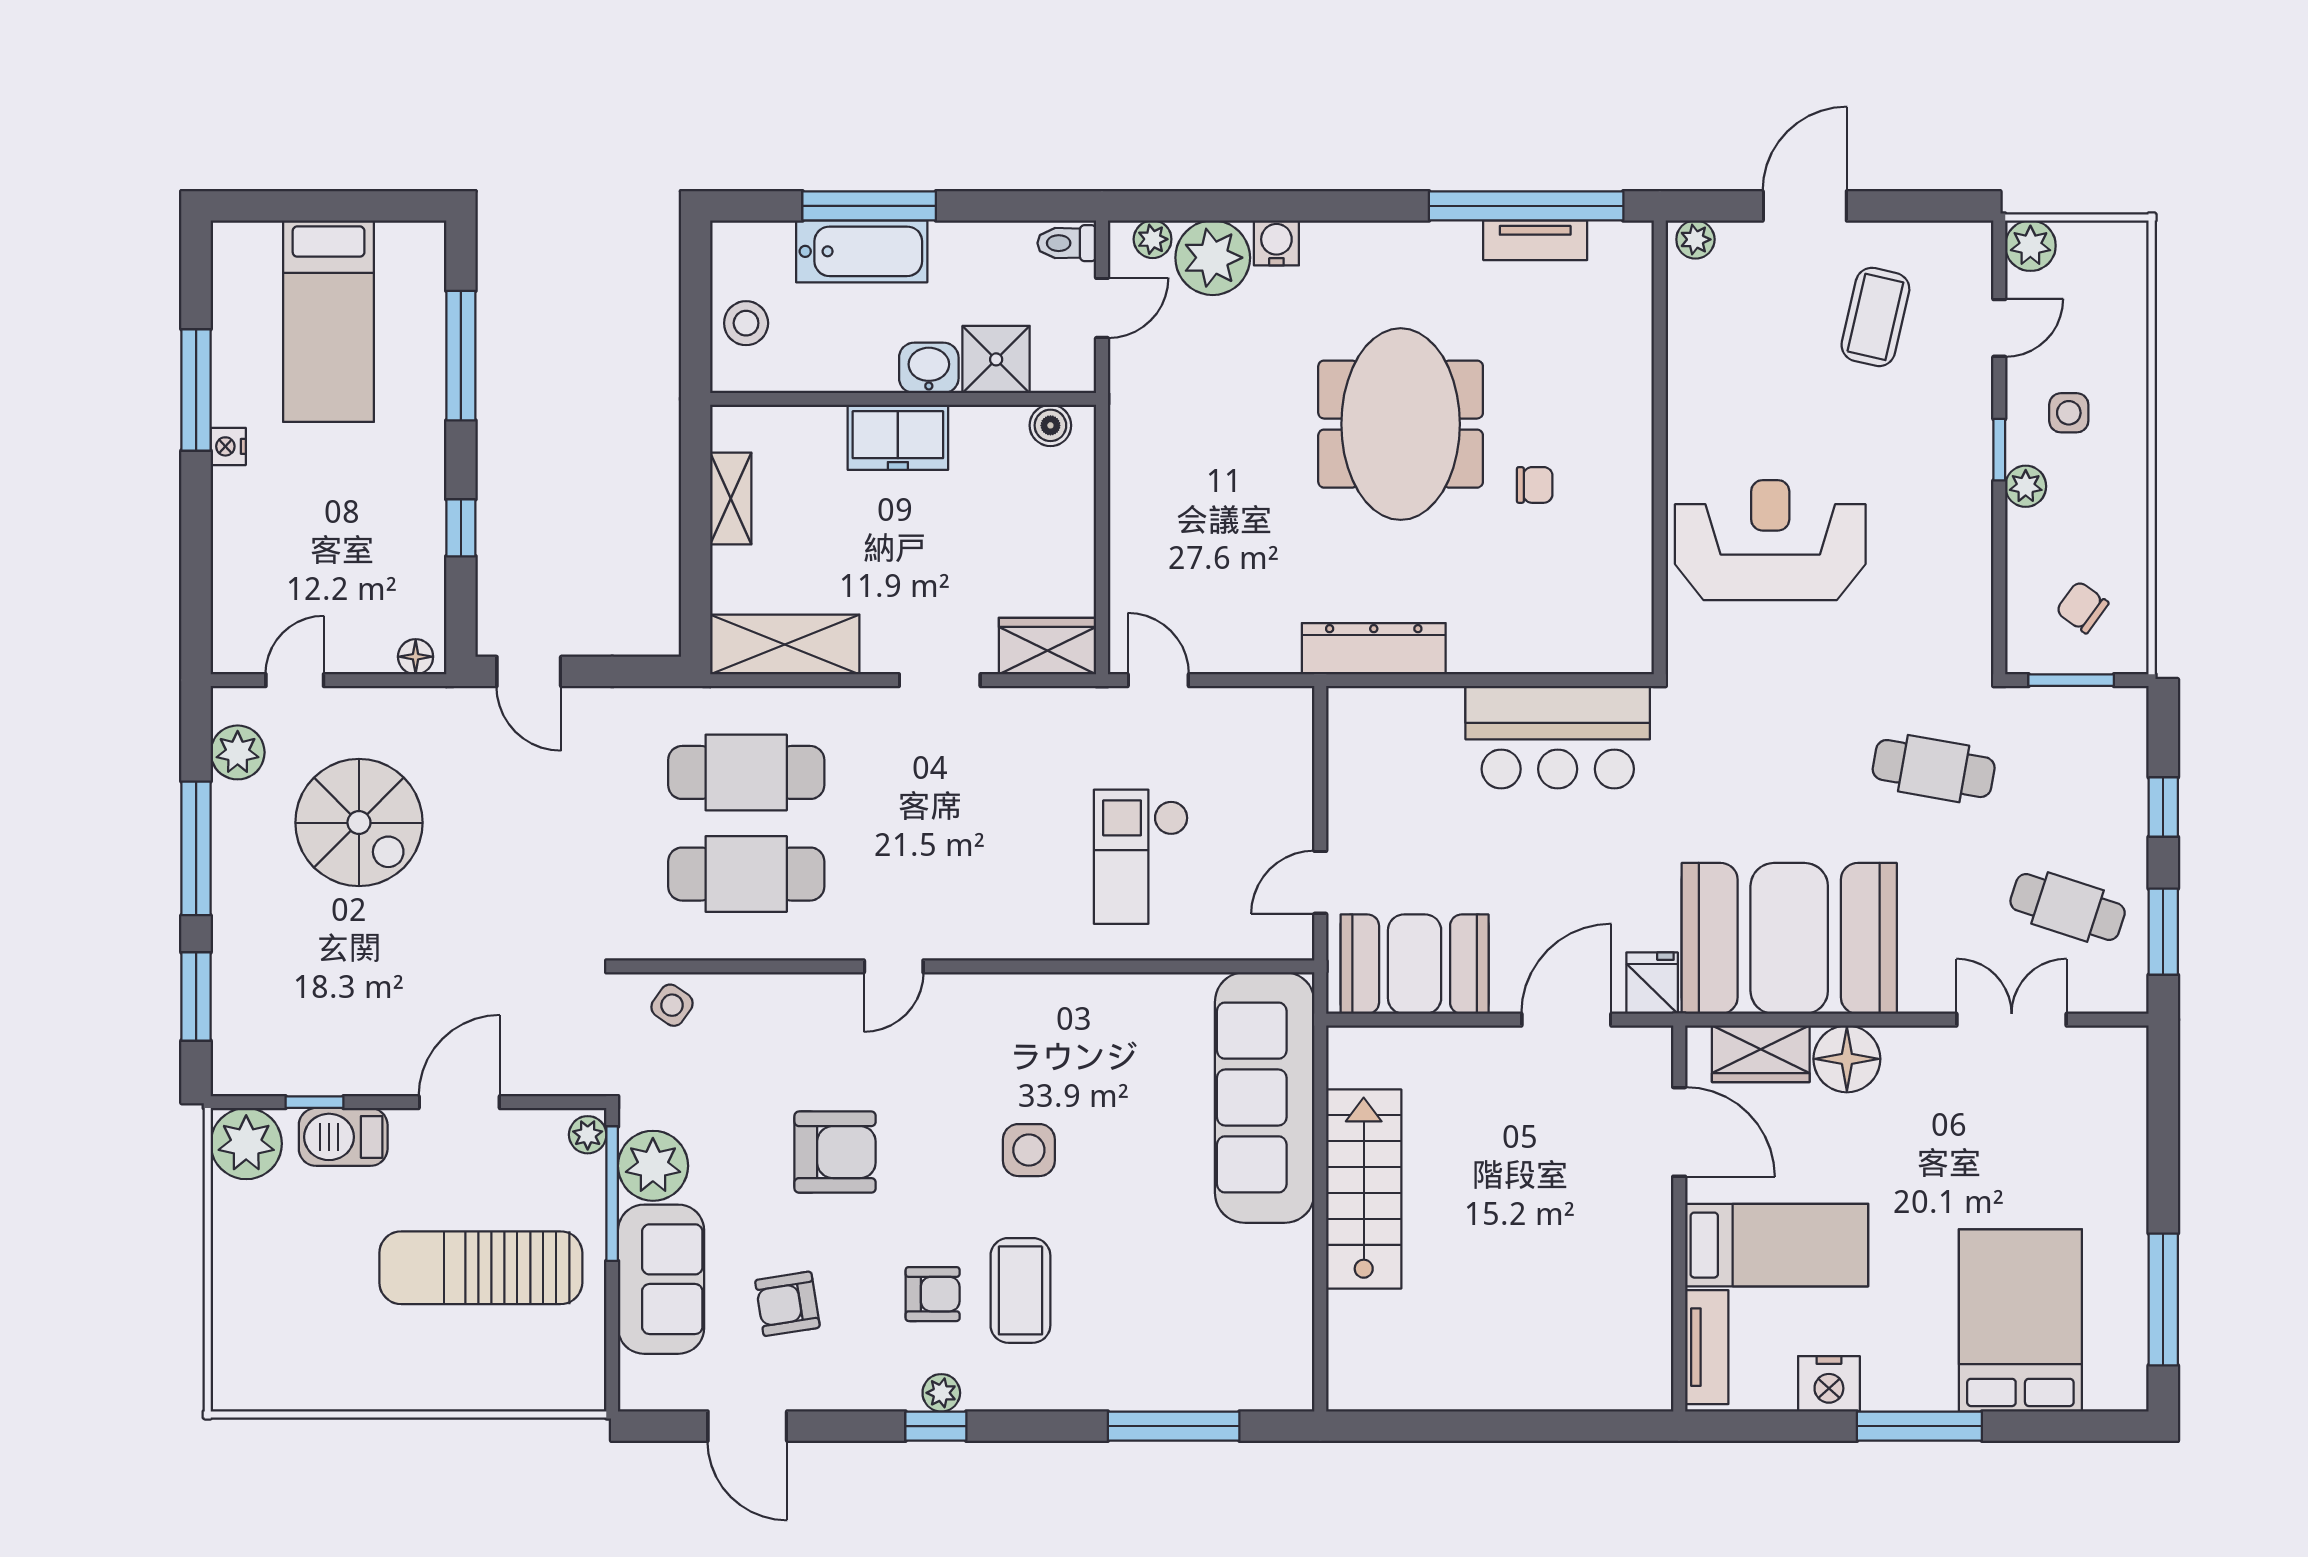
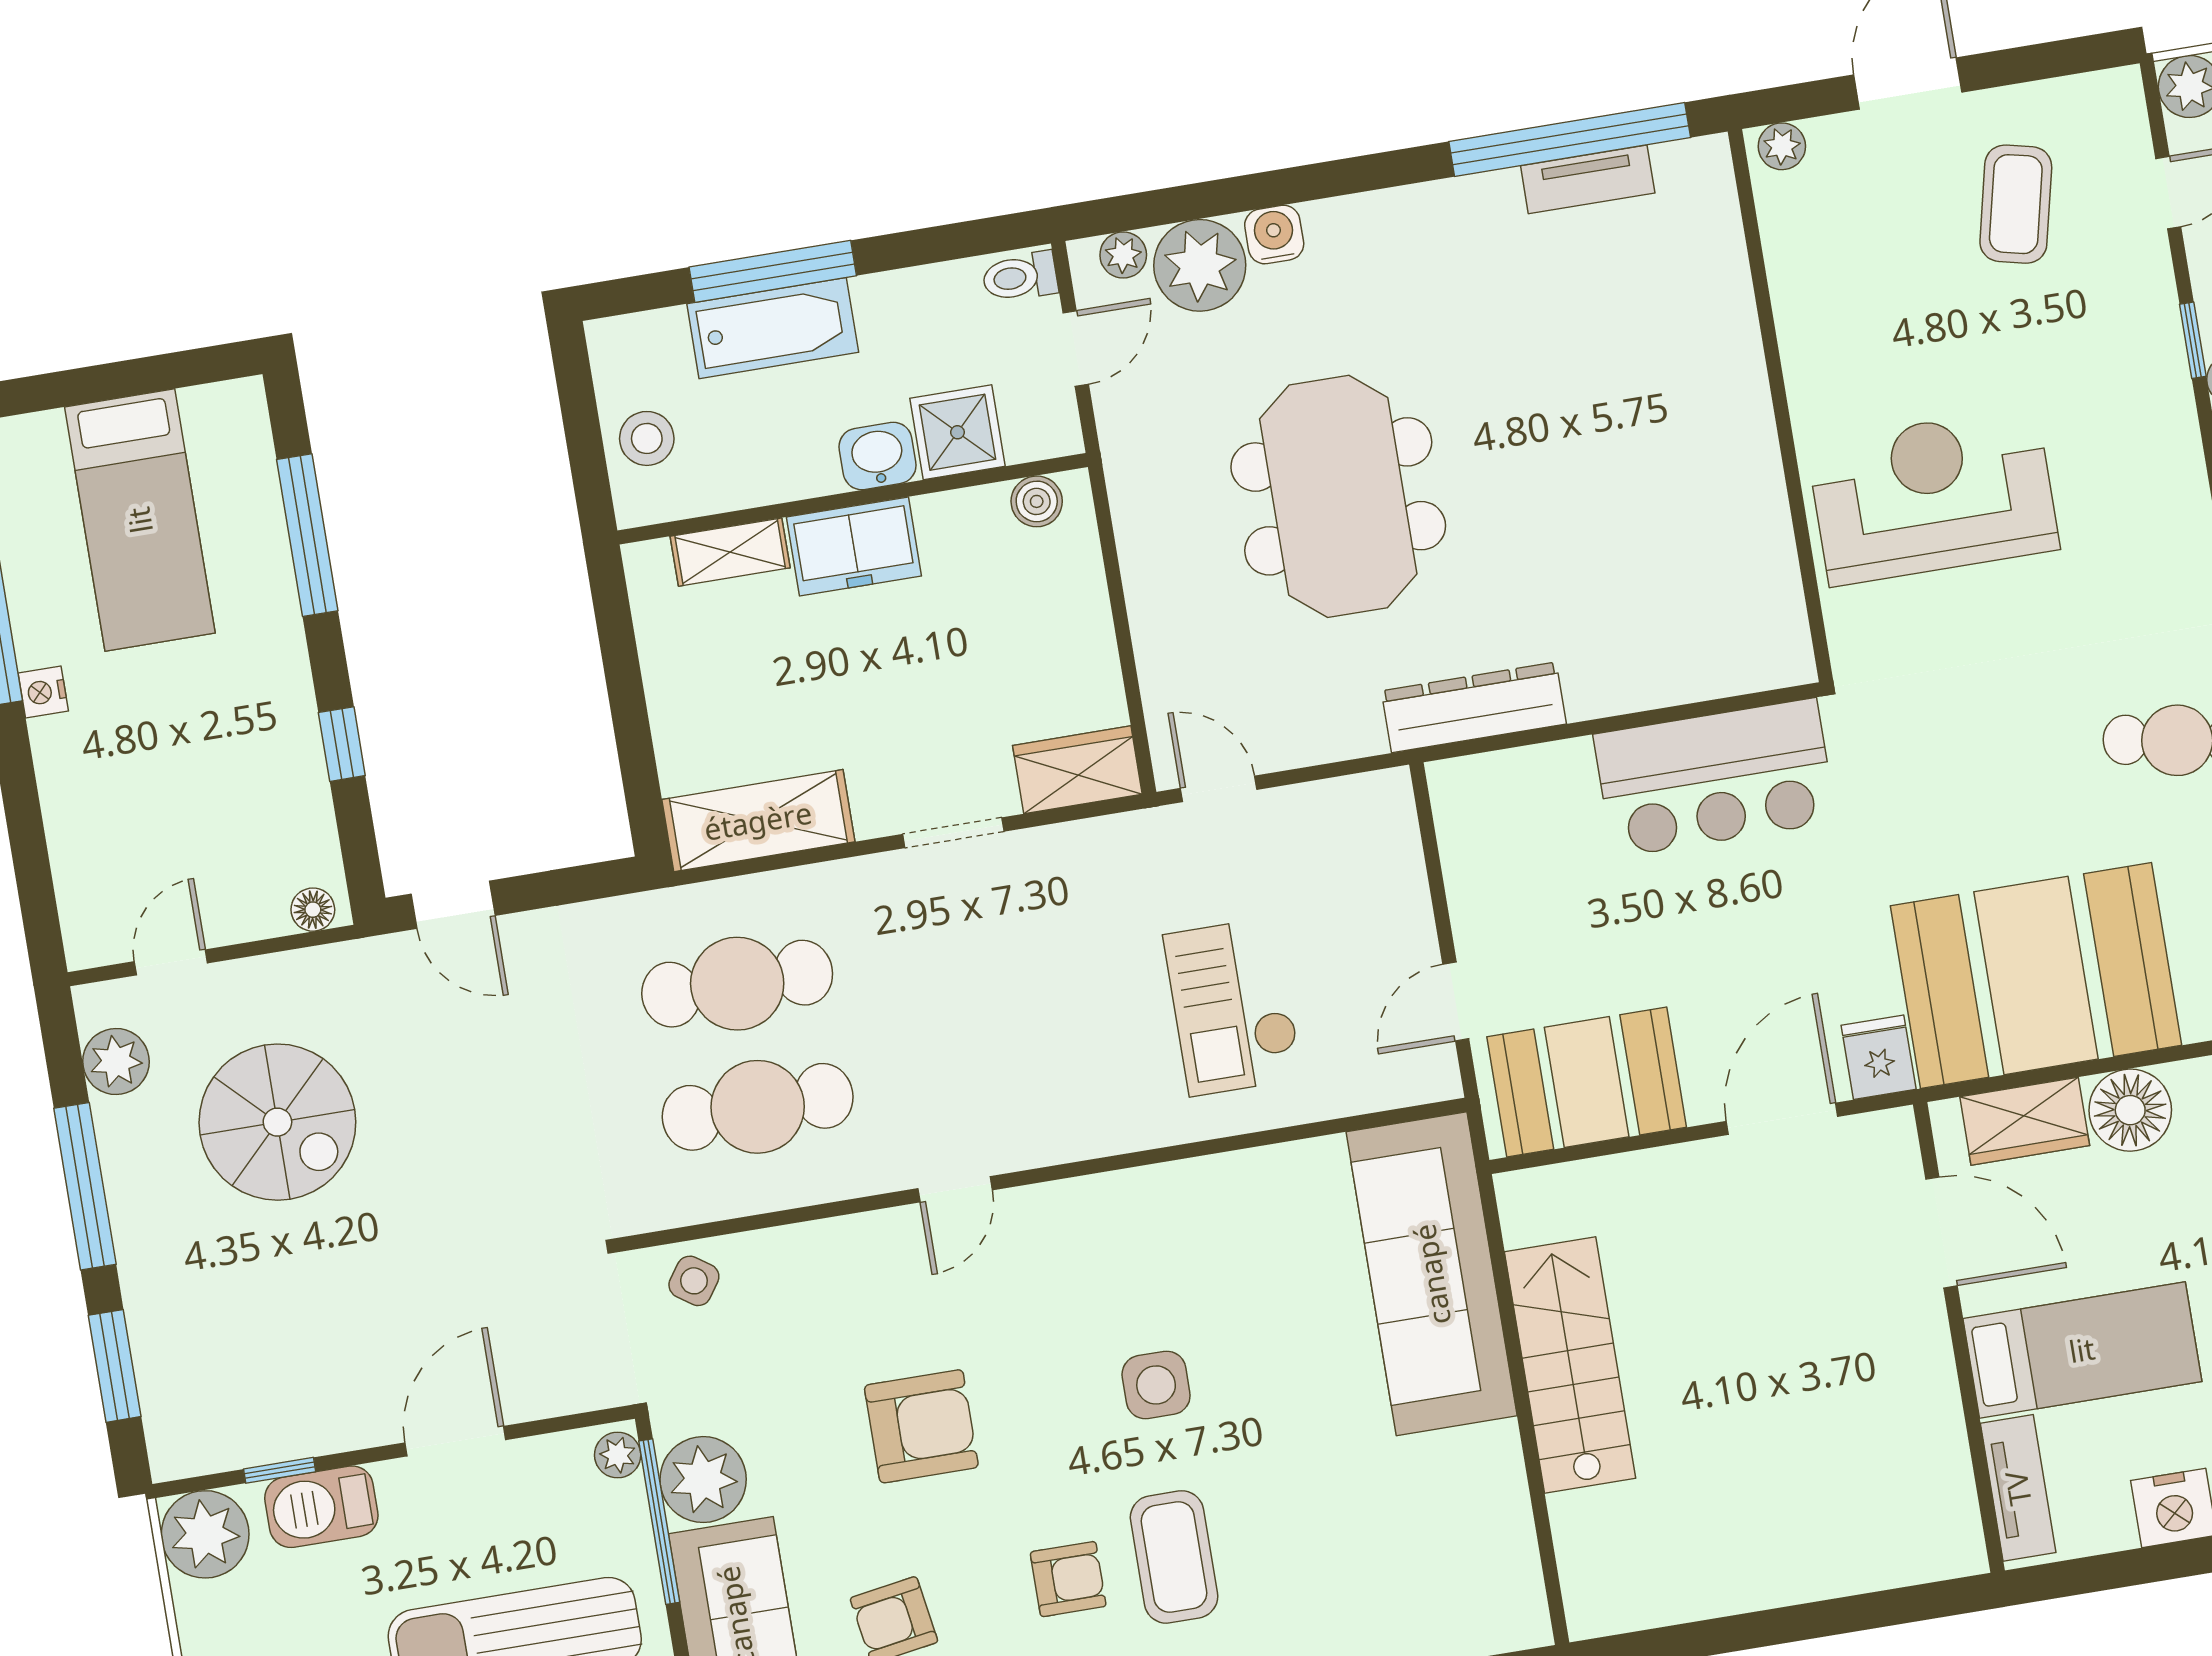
meeting table: (1401, 424) -> (1338, 496), moved
chair: (1535, 485) -> (1636, 476), removed
shelving: (731, 498) -> (730, 552), moved, turned 90

